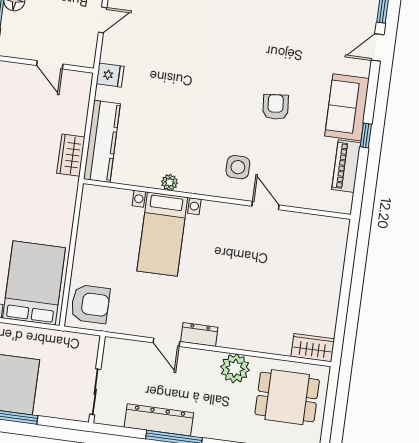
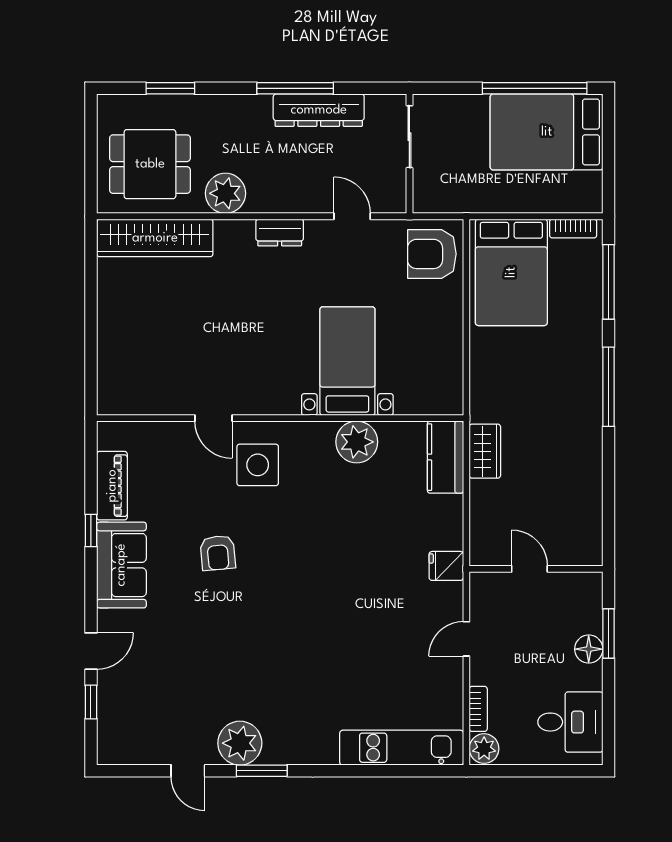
kitchen counter: (102, 141) -> (445, 457), width x0.67
side table: (238, 167) -> (258, 465), width x1.37, depth x1.37
plant: (170, 182) -> (357, 442), width x1.87, depth x1.87
door: (166, 342) -> (352, 216), moved
wardrobe: (313, 348) -> (155, 238), width x2.10, depth x1.17

